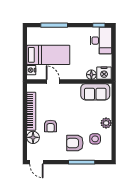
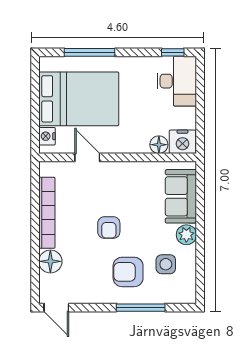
bed: (48, 55) -> (79, 99), width x1.50
sofa: (95, 92) -> (181, 196), moved, turned 90
armchair: (51, 126) -> (109, 228), moved

